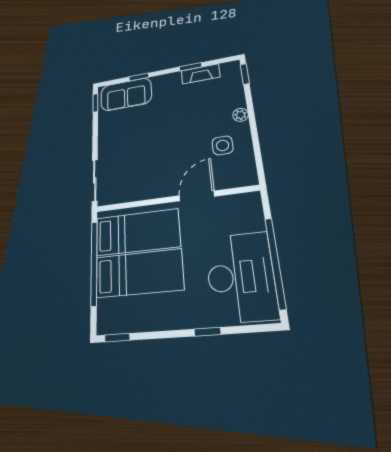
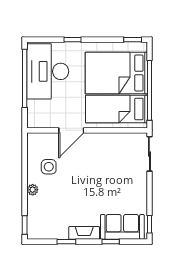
fireplace: (201, 74) -> (84, 233), moved
bed: (139, 273) -> (116, 73), width x1.50

